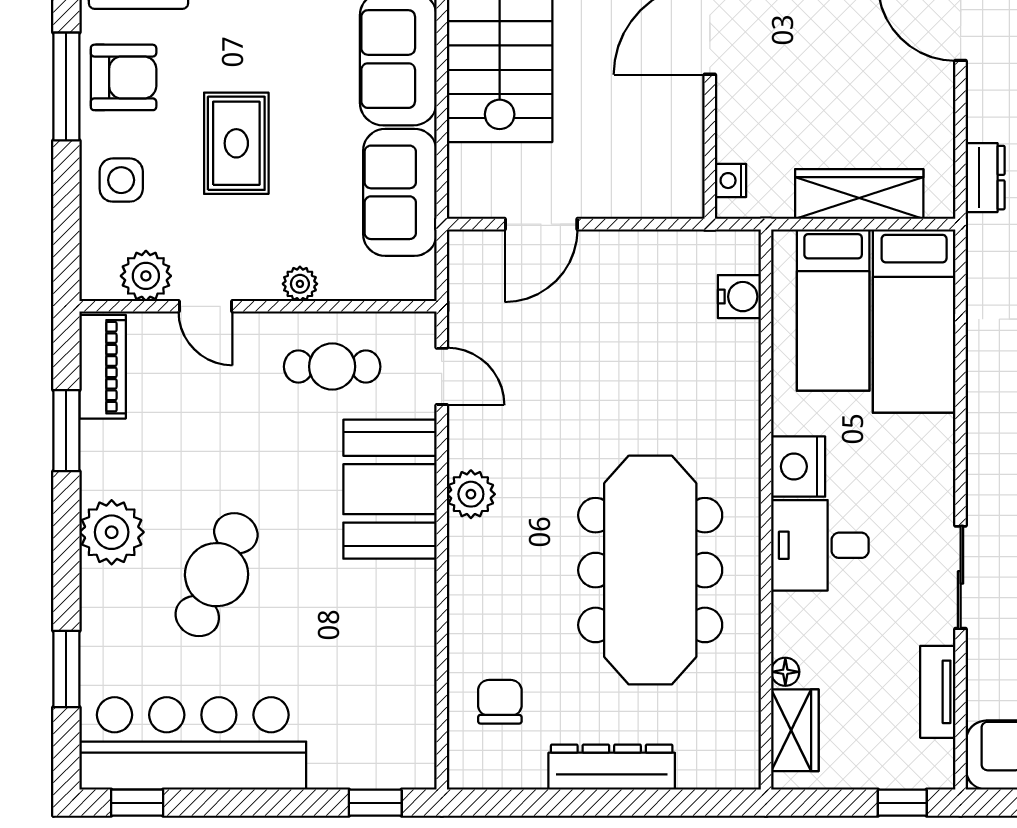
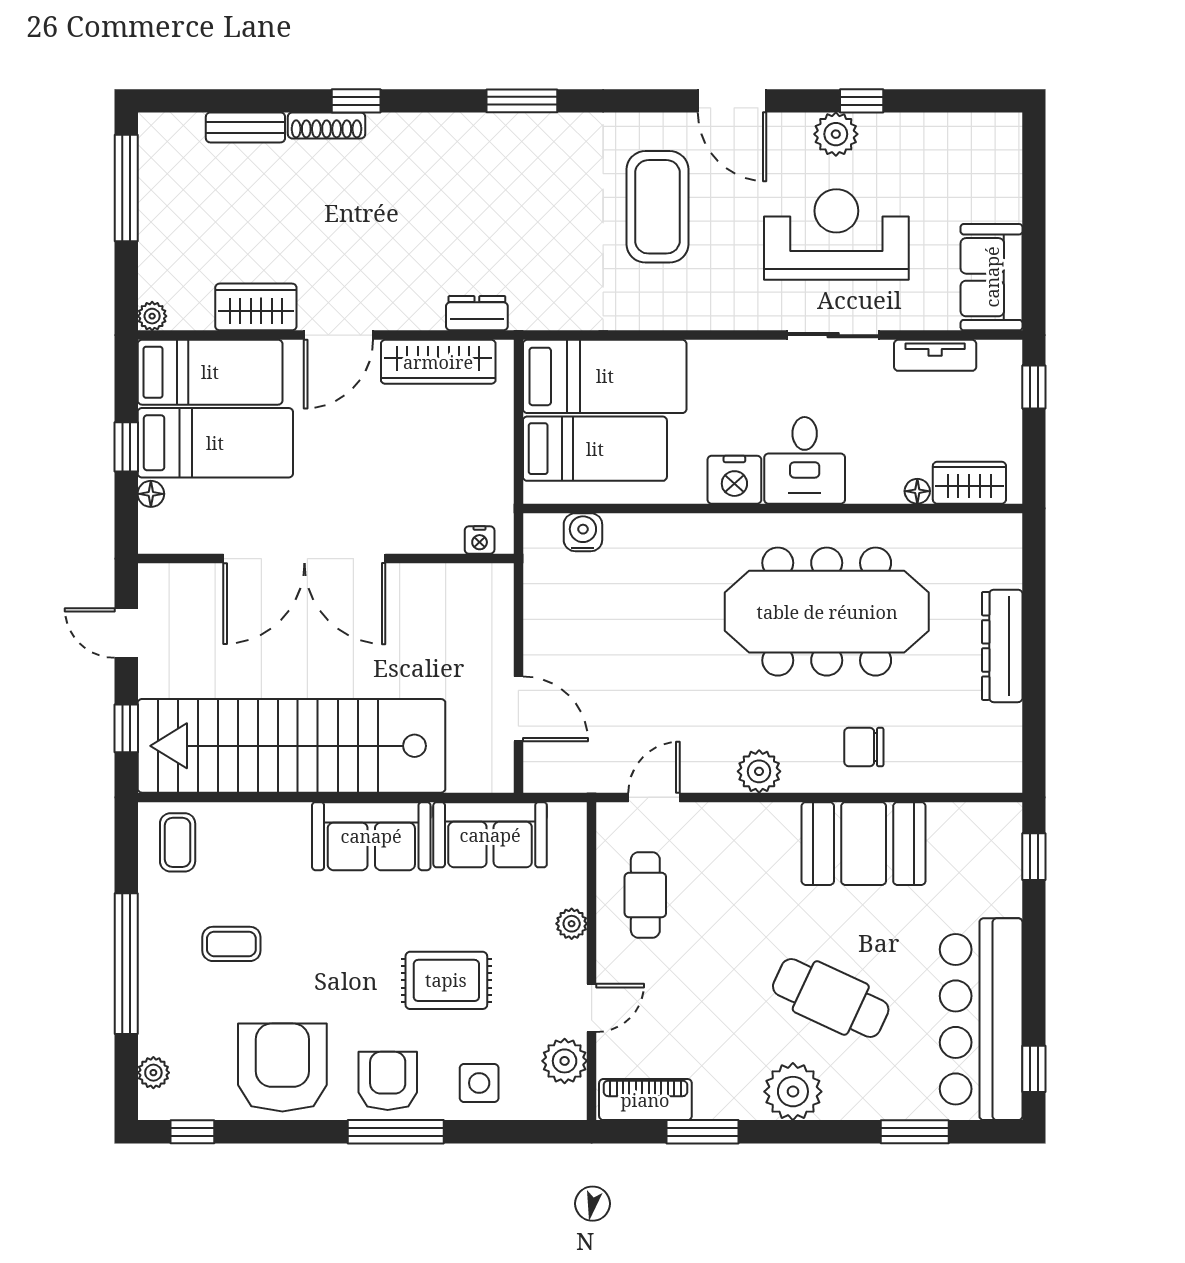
wardrobe: (859, 194) -> (438, 362), moved, turned -90
booth: (390, 489) -> (864, 844), moved
chair: (500, 702) -> (864, 747), moved

